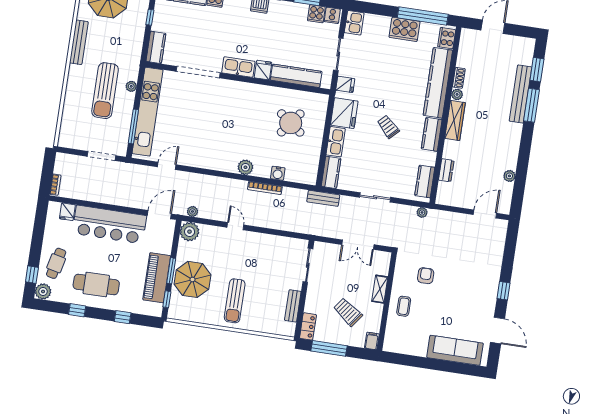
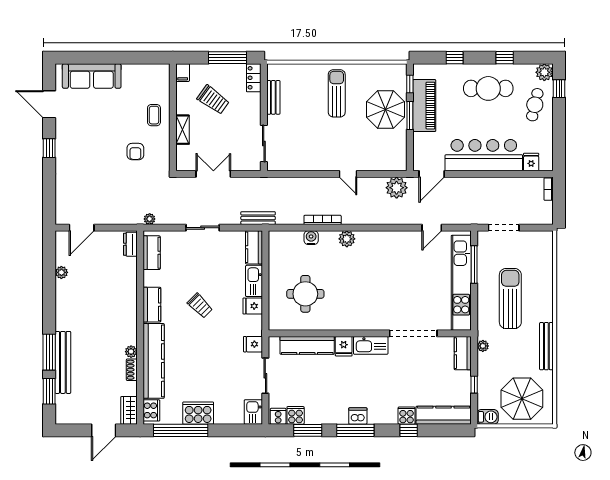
plant: (131, 86) -> (483, 346), moved
fridge: (344, 113) -> (253, 306), width x0.53, depth x0.75
wardrobe: (455, 120) -> (129, 410), moved, width x0.67
round table: (291, 123) -> (305, 294), turned -37
dresser: (446, 170) -> (130, 244), moved
plant: (192, 211) -> (397, 188), width x1.88, depth x1.88
plant: (190, 232) -> (397, 161), removed

